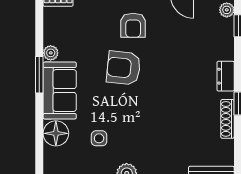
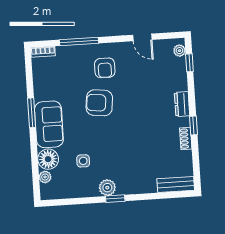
plant: (51, 53) -> (45, 177), moved
shoe rack: (227, 119) -> (186, 139), width x0.70

